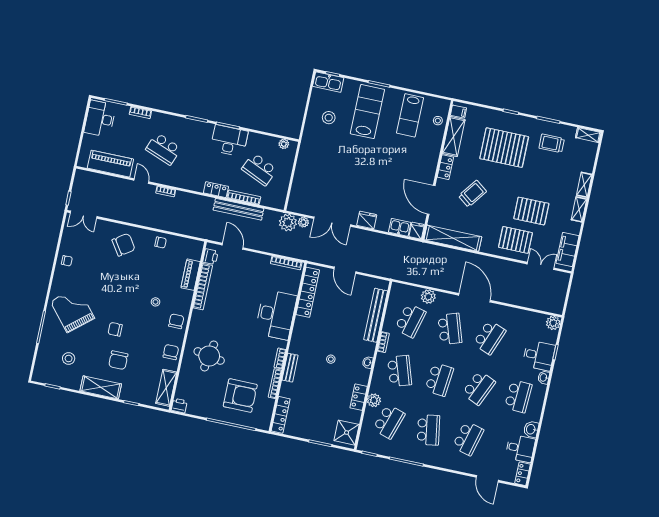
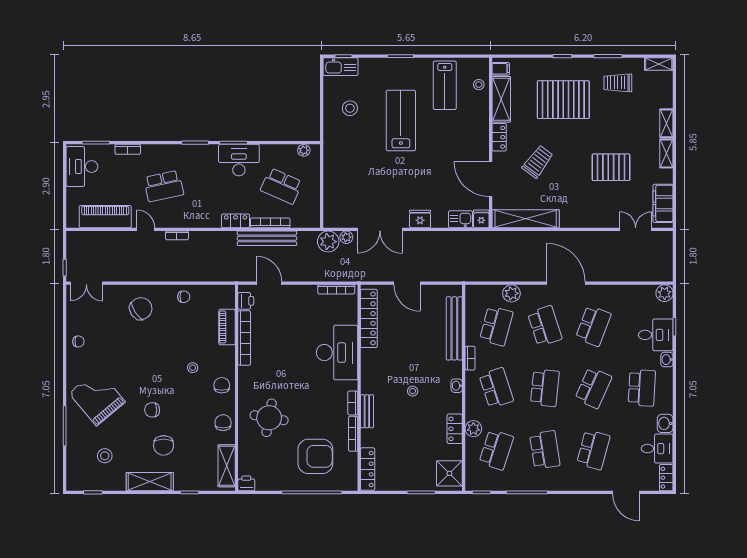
lab bench: (367, 112) -> (401, 120), moved
school desk: (163, 149) -> (164, 186), turned -33
pallet: (515, 240) -> (600, 205), removed

